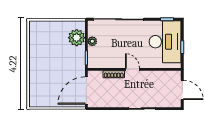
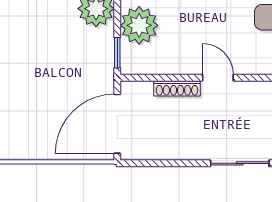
plant: (92, 41) -> (139, 25), width x1.87, depth x1.87

